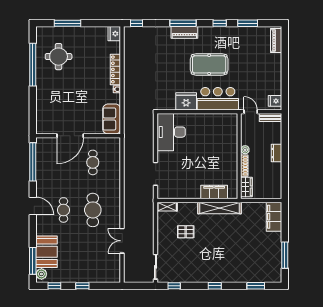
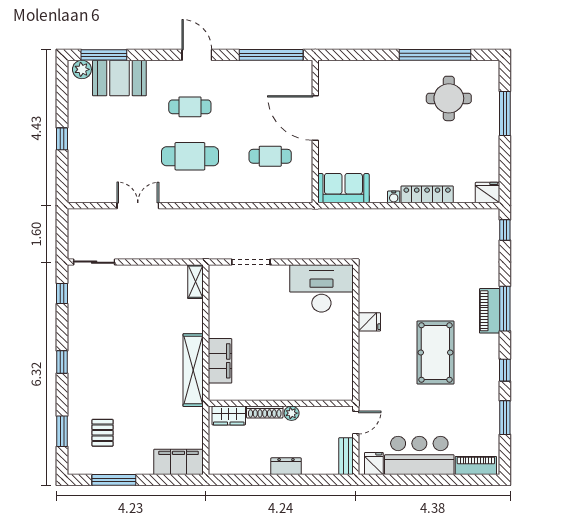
bar counter: (218, 99) -> (419, 455), moved, turned -90
fridge: (186, 101) -> (369, 322), width x0.53, depth x0.75
door: (33, 206) -> (197, 55), swing flipped
pallet: (186, 232) -> (103, 433), moved
window: (54, 286) -> (62, 91), removed

